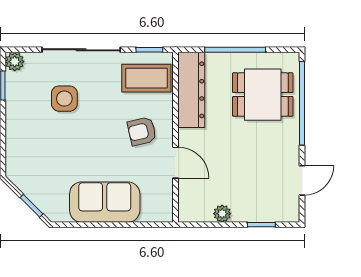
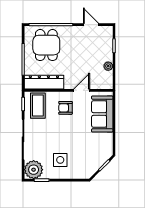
plant: (15, 62) -> (34, 170), width x1.88, depth x1.88
side table: (64, 99) -> (60, 160), moved
armchair: (142, 131) -> (65, 108), turned 103
sofa: (105, 202) -> (102, 114), moved

